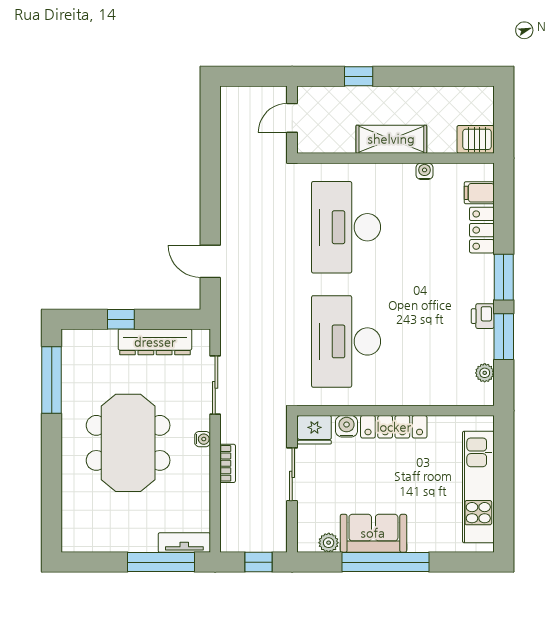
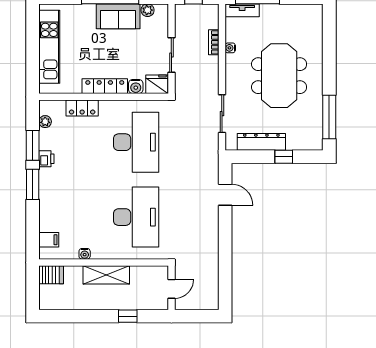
locker: (482, 230) -> (82, 108), moved, turned 90
water cooler: (203, 439) -> (230, 48), moved
bookcase: (228, 463) -> (214, 42), moved

